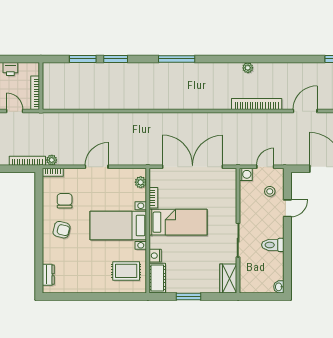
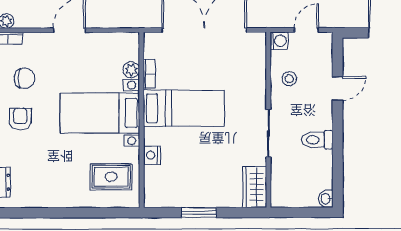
plant: (141, 182) -> (131, 70), moved
stool: (270, 191) -> (289, 79), moved
chair: (65, 201) -> (25, 78), turned 90
armchair: (62, 230) -> (20, 119), turned -104
cot: (157, 278) -> (155, 187), removed

